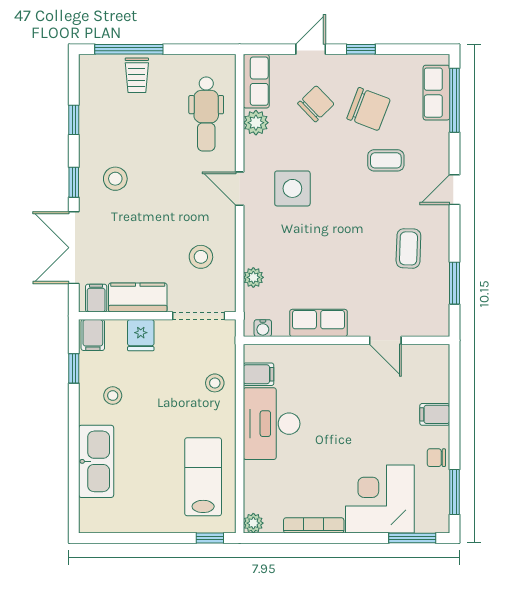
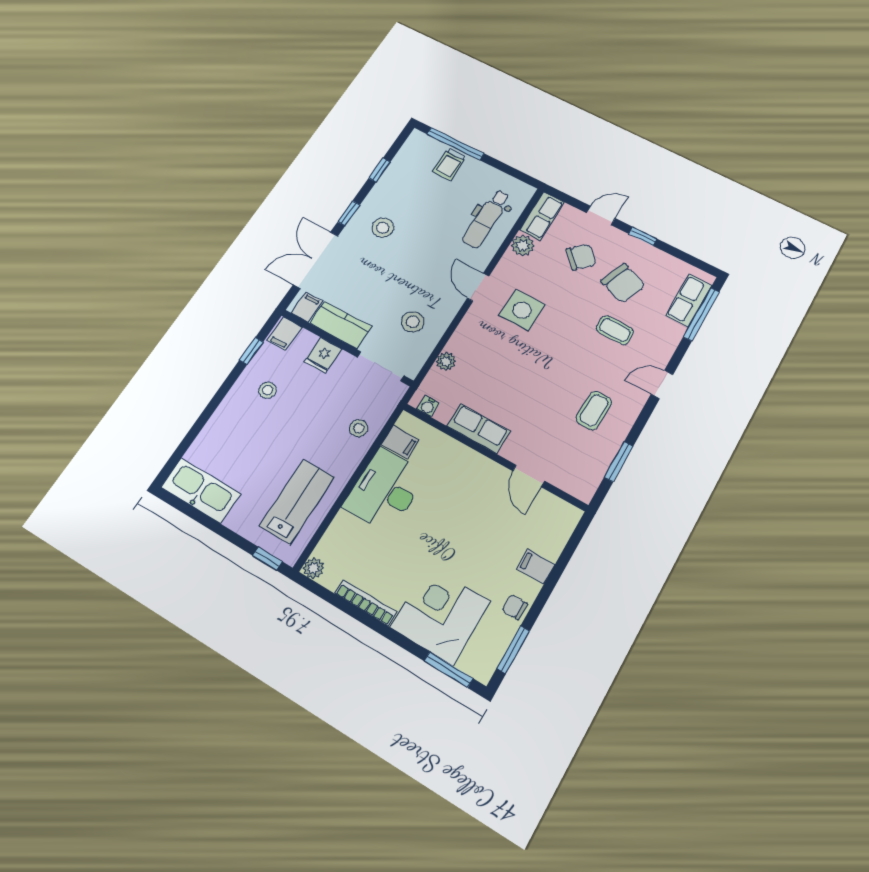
kitchen sink: (96, 461) -> (201, 490), moved, turned -90

